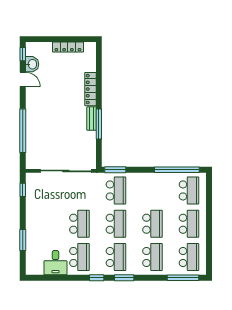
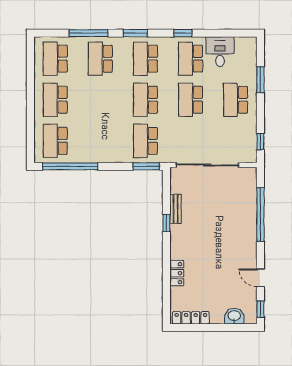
locker: (68, 47) -> (191, 318), moved
washbasin: (32, 64) -> (234, 316), moved, turned 90
locker: (90, 89) -> (177, 273), width x0.66
bench: (92, 119) -> (176, 209), moved
window: (99, 124) -> (166, 223), width x0.46
school desk: (152, 224) -> (236, 100), moved
window: (97, 278) -> (183, 33), moved
window: (183, 278) -> (88, 33), moved

